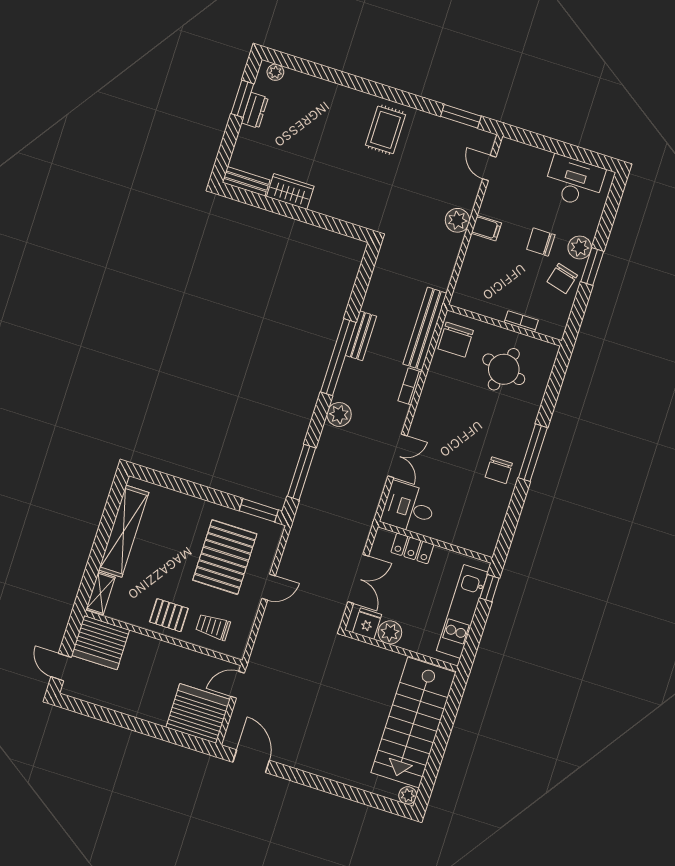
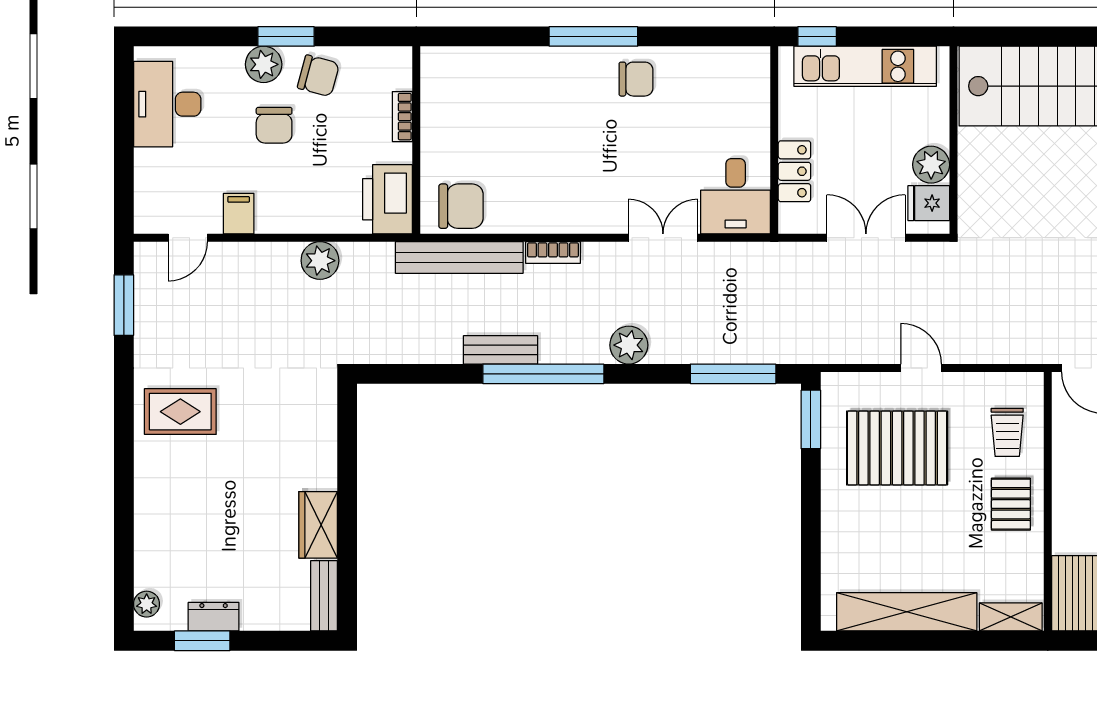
plant: (457, 220) -> (320, 261), moved
filing cabinet: (486, 228) -> (239, 214), moved
printer: (474, 296) -> (387, 199), added
round table: (504, 369) -> (482, 120), removed

